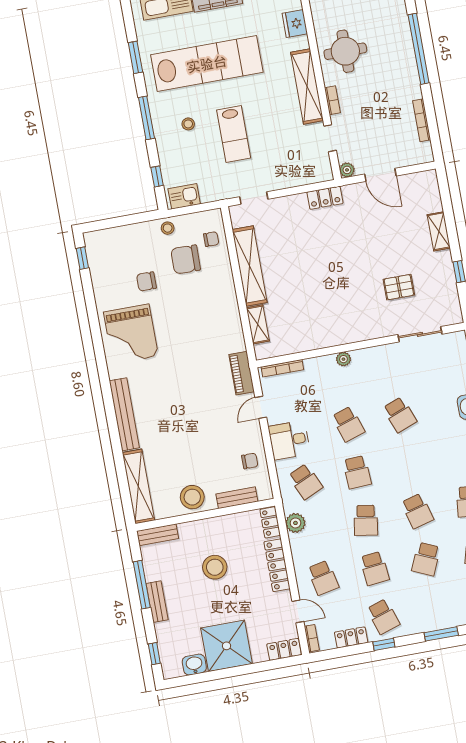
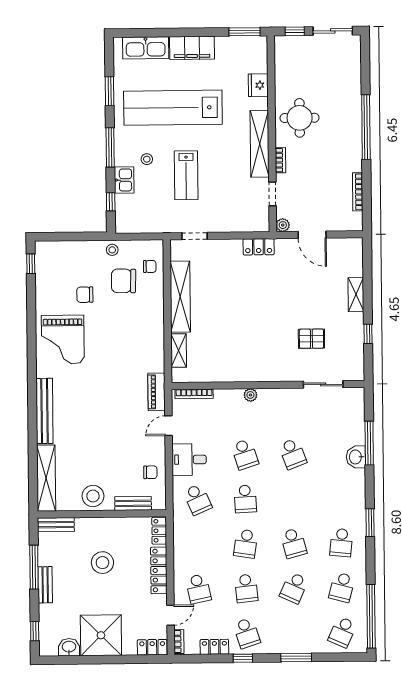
lab bench: (207, 64) -> (173, 108), turned 180
kitchen sink: (184, 196) -> (124, 180), moved, turned 90
plant: (295, 523) -> (182, 535), removed
door: (298, 611) -> (171, 615), hinge flipped

